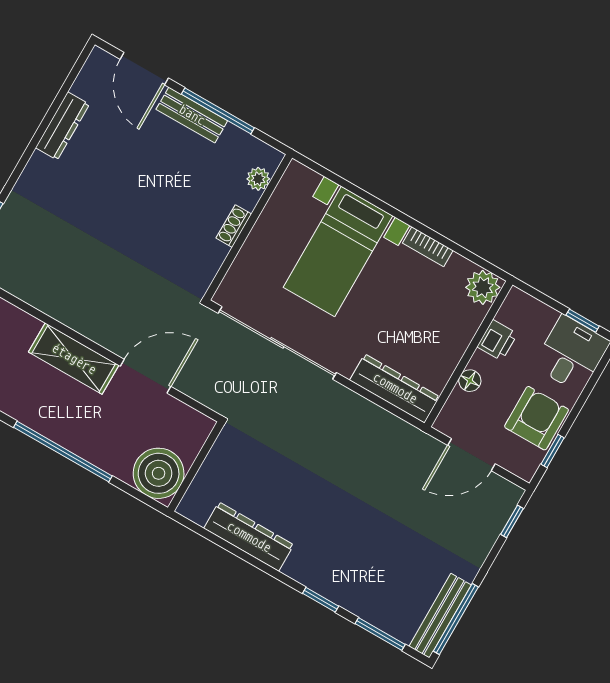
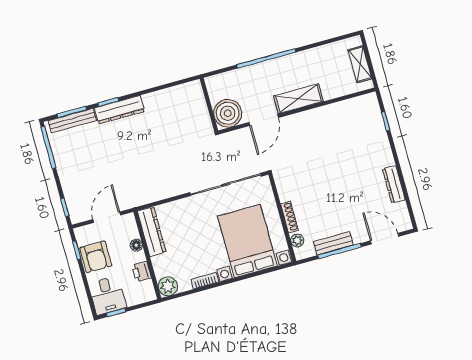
bench: (192, 115) -> (333, 243), moved
shoe rack: (234, 226) -> (289, 217), width x1.43
bed with nightstands: (338, 251) -> (247, 241), width x1.36
dresser: (395, 388) -> (152, 232), moved, turned -90
boiler: (159, 473) -> (228, 113), moved
dresser: (249, 537) -> (119, 110), moved
bench: (440, 616) -> (72, 121), moved, turned 90

